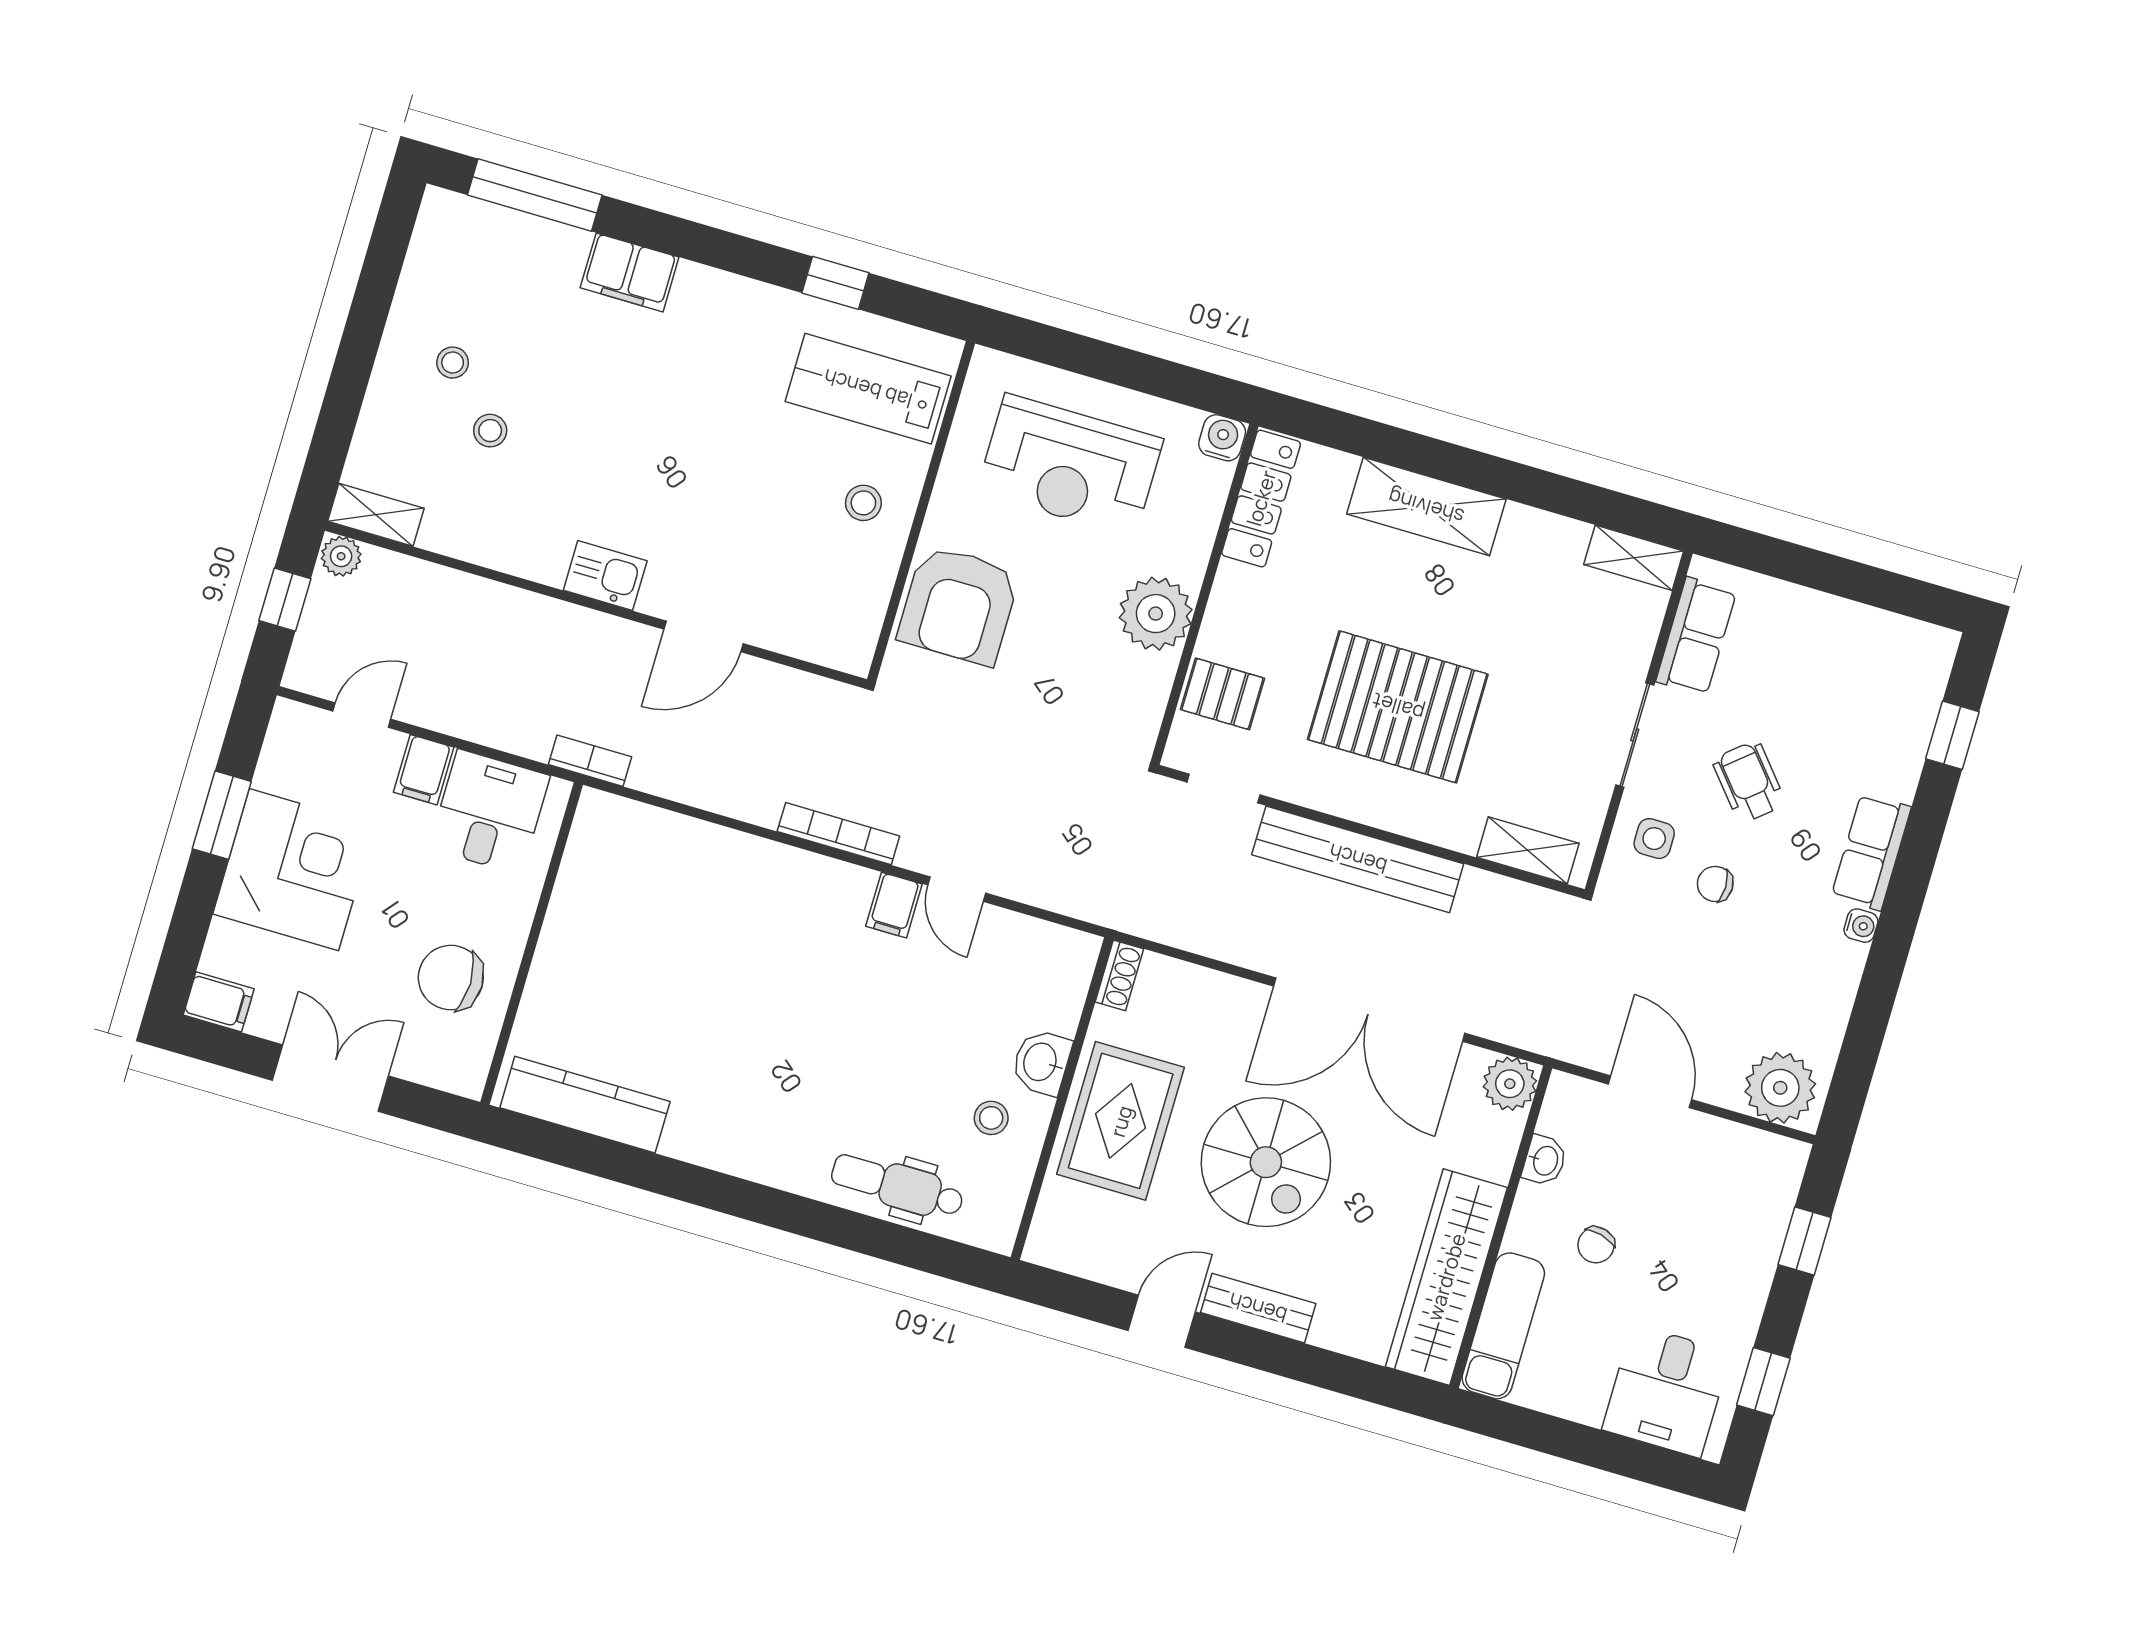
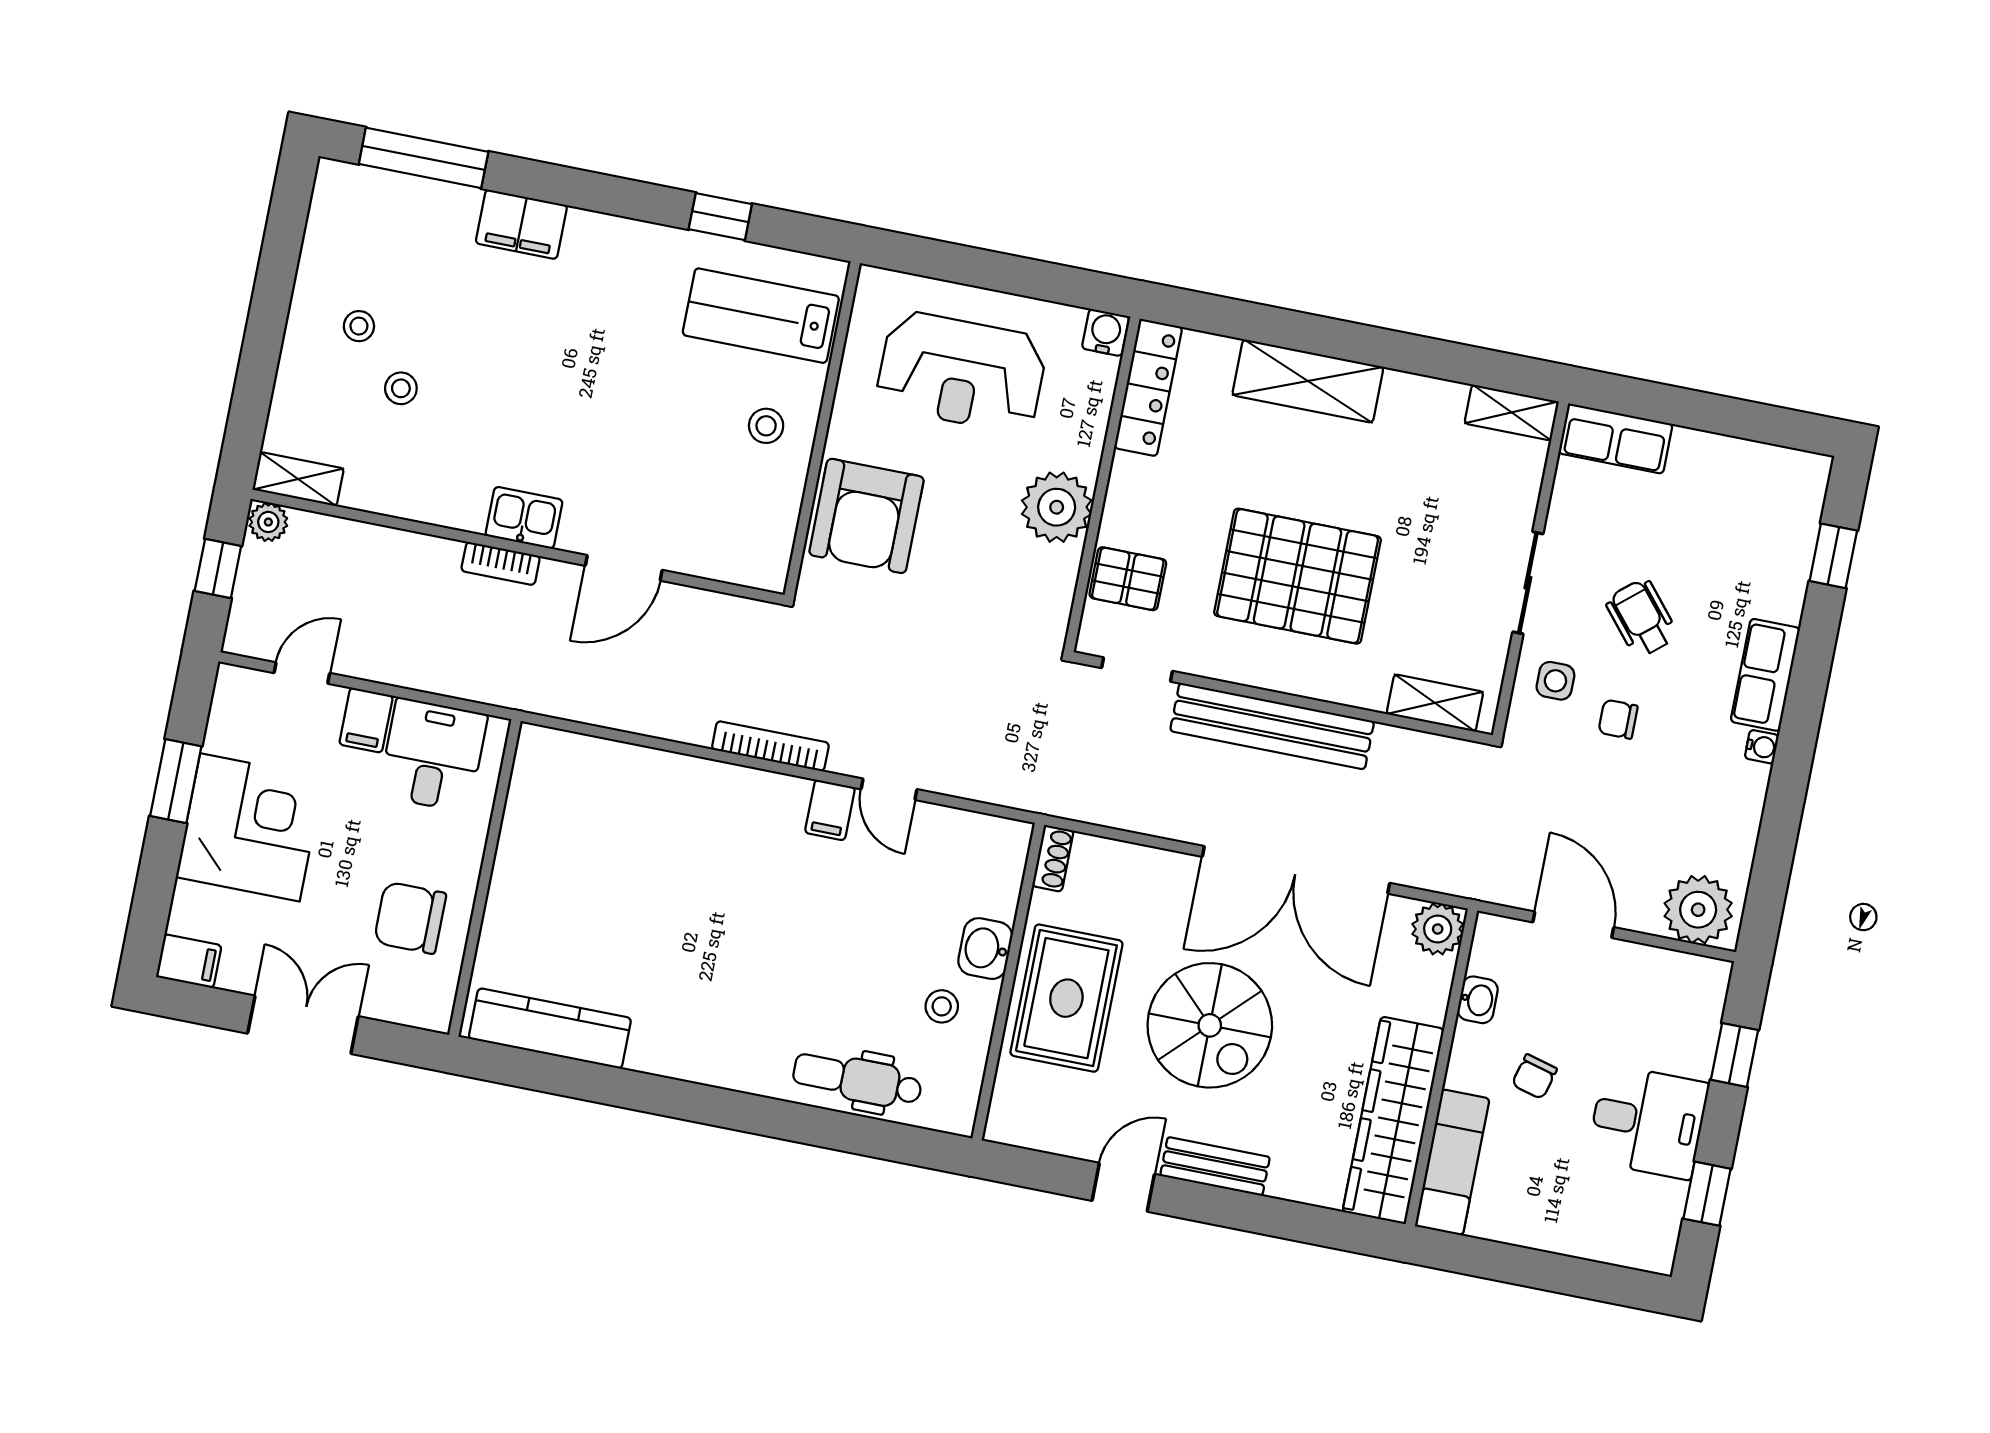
row of seats: (1696, 636) -> (1616, 439), moved, turned 90
bookcase: (590, 761) -> (501, 564), moved, turned 180
desk: (1667, 1391) -> (1648, 1122), moved, turned -90

